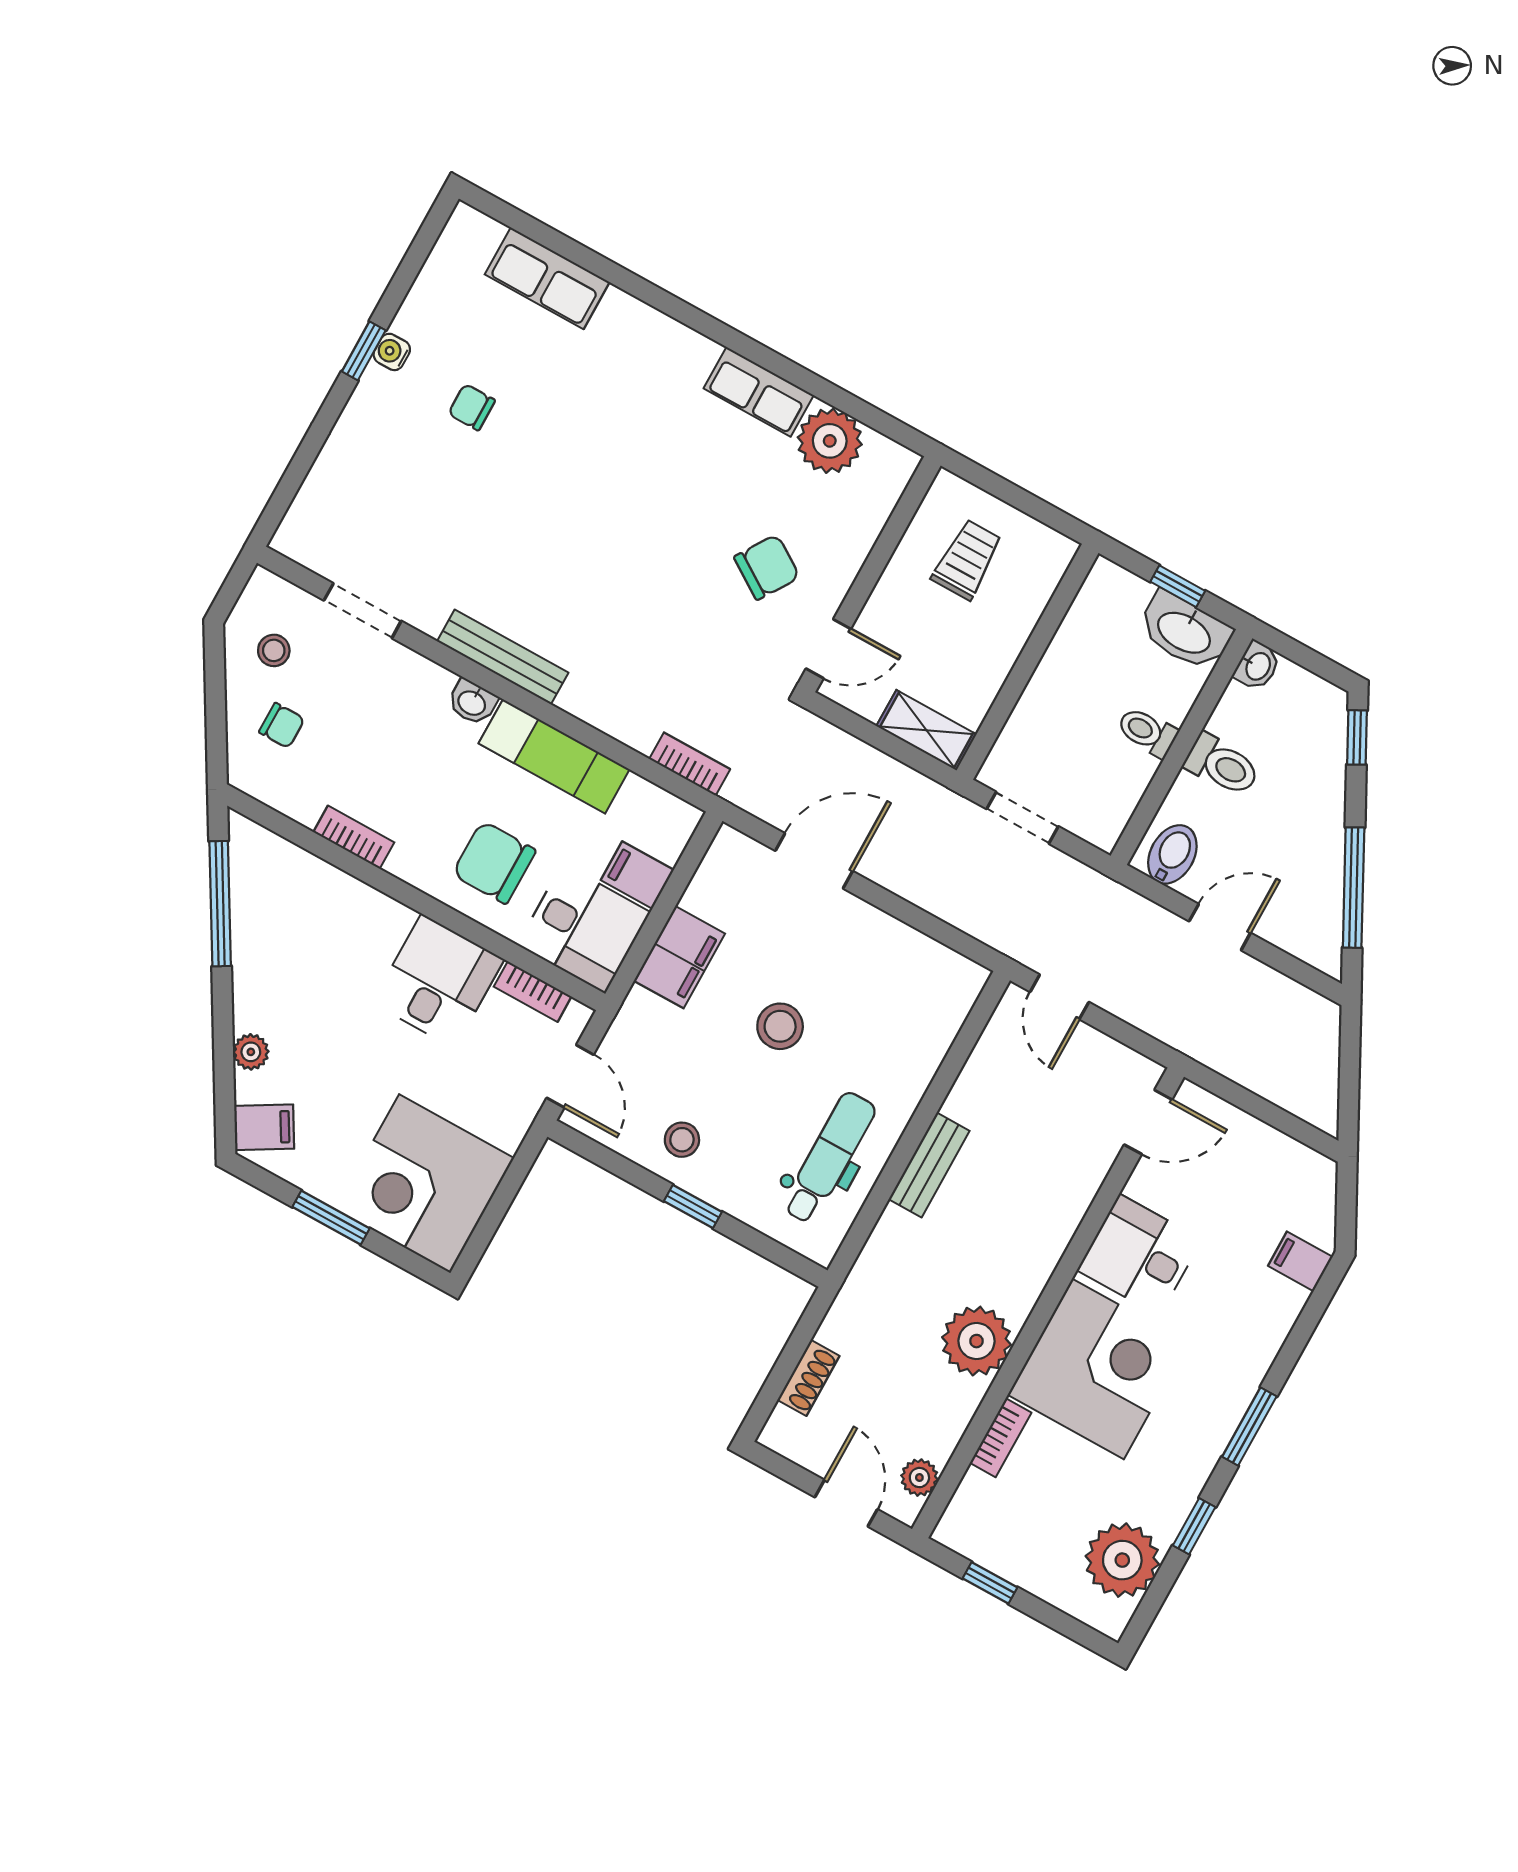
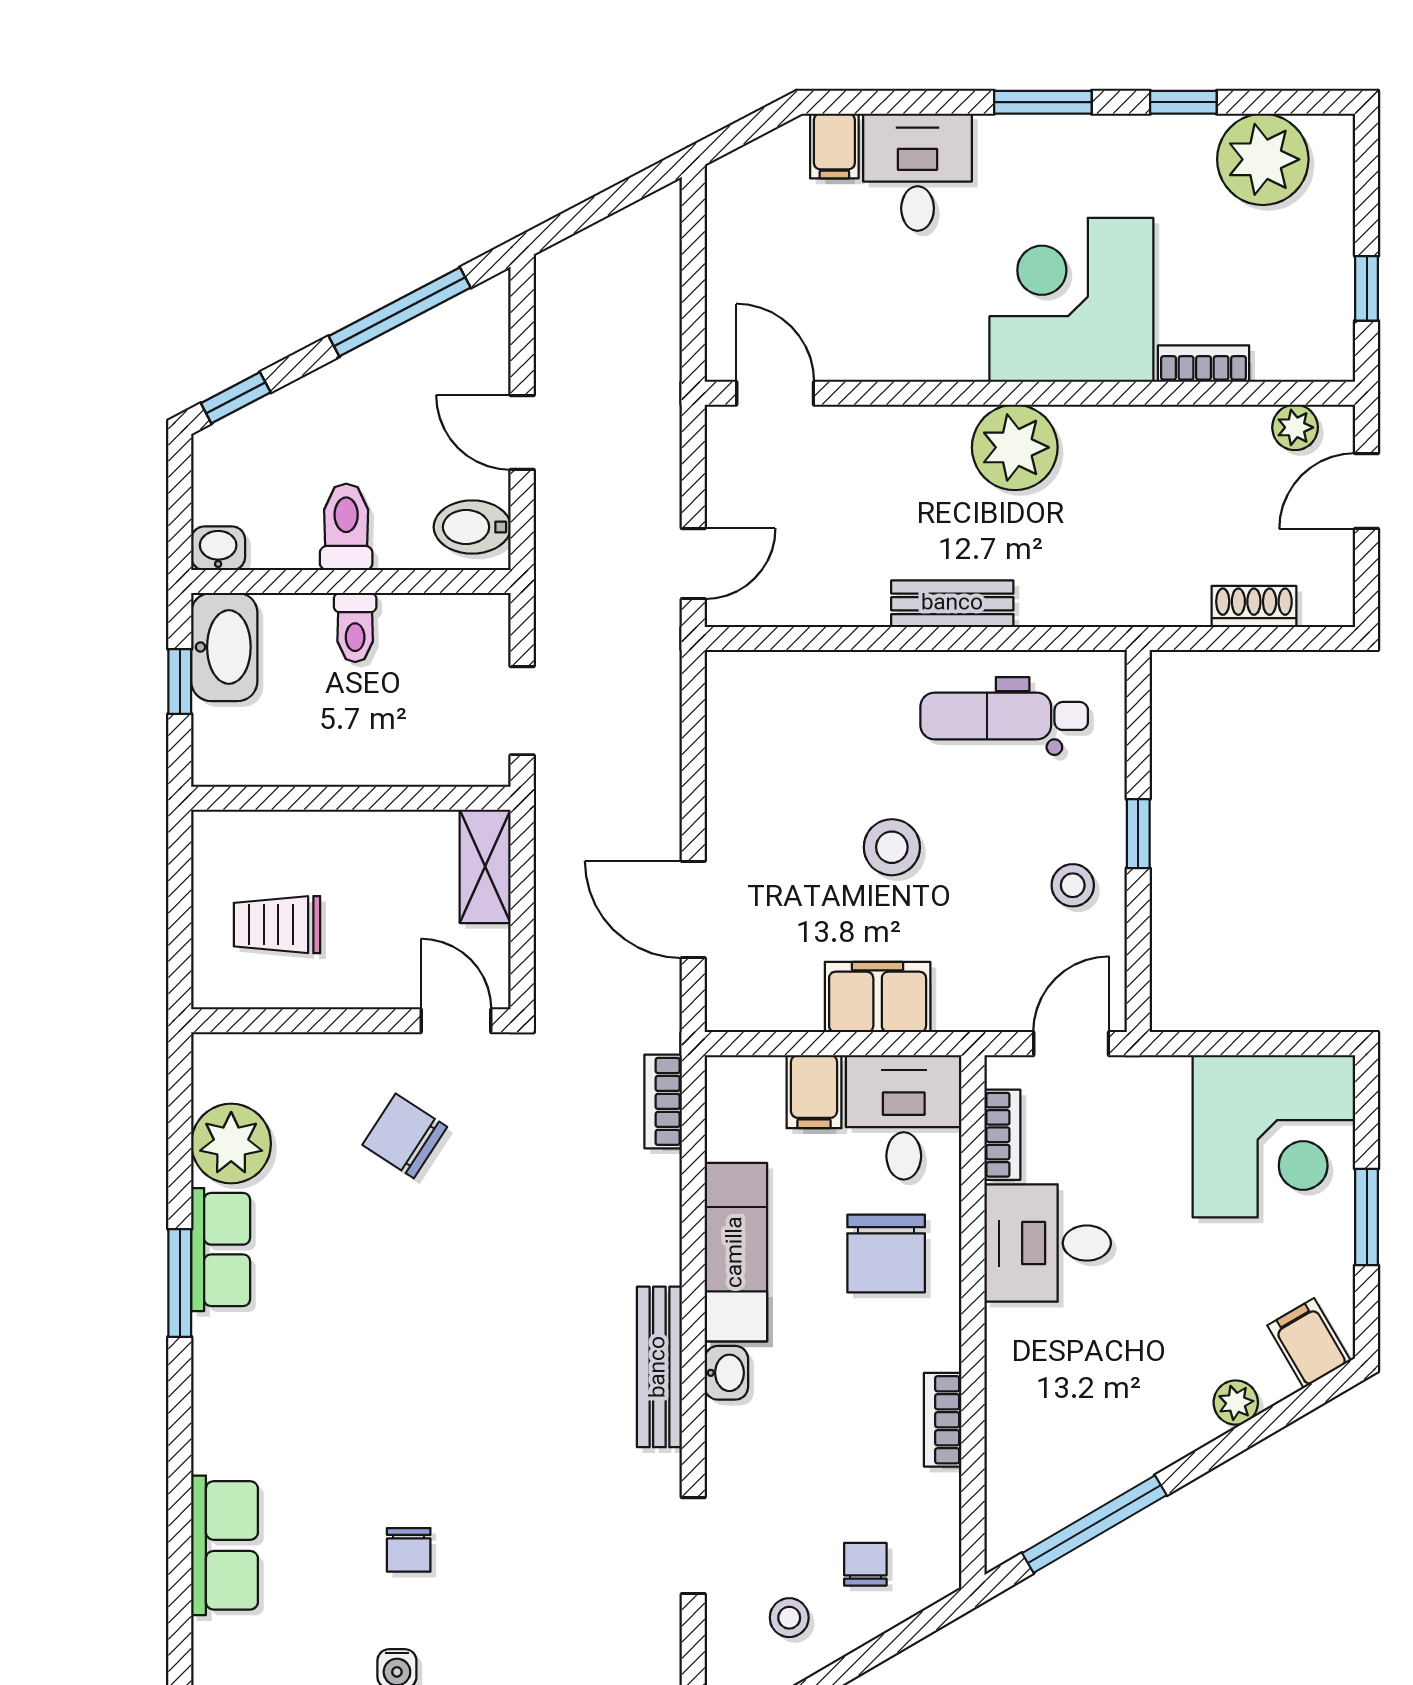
window: (751, 350) -> (180, 1283), added
desk: (1139, 1255) -> (918, 172), moved, turned 180
plant: (977, 1341) -> (1015, 447), moved

